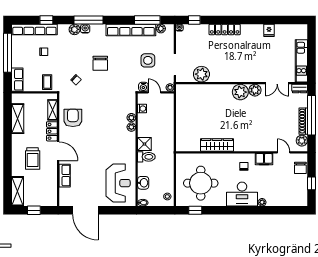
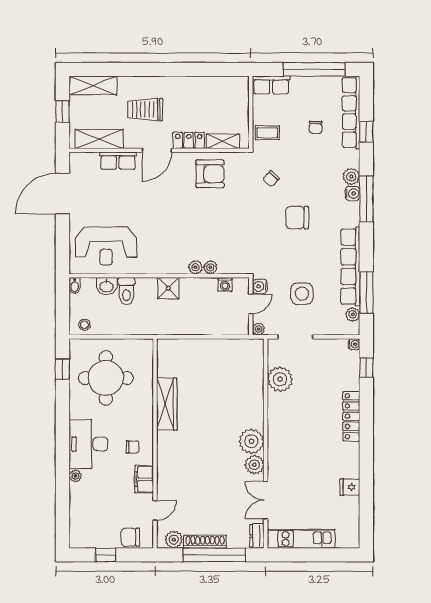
shelving: (18, 119) -> (99, 139), moved
toilet: (146, 157) -> (126, 291), moved

